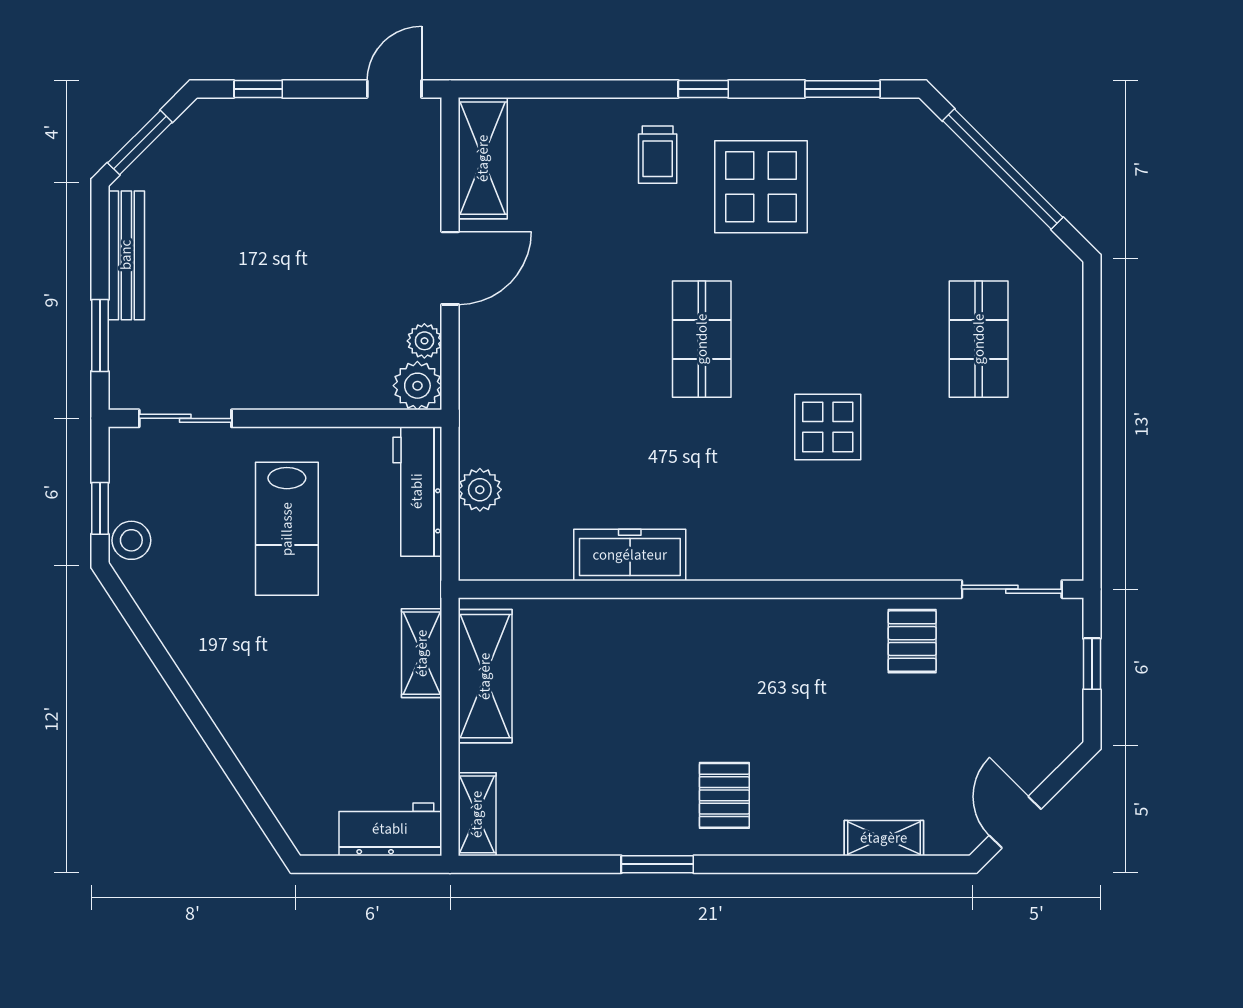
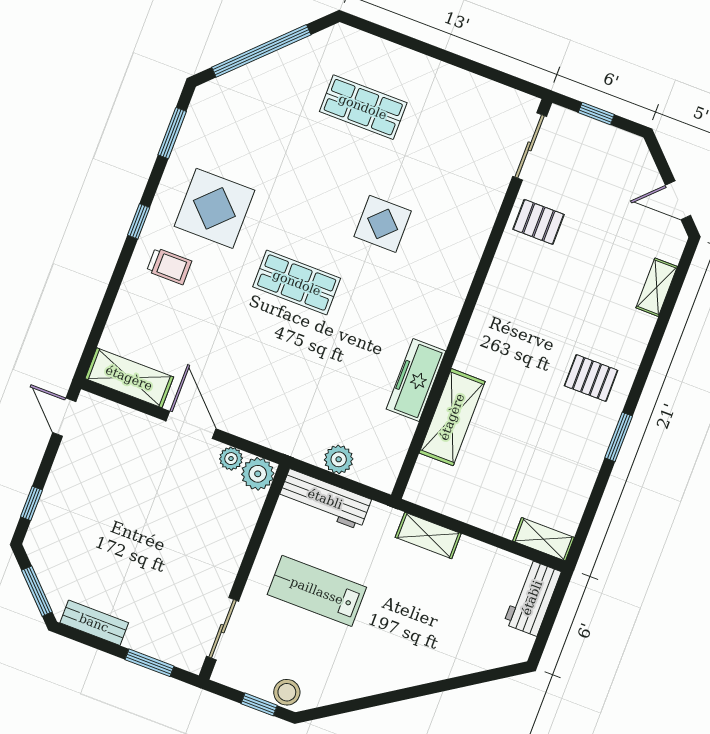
bench: (126, 255) -> (94, 623), width x0.73
lab bench: (287, 529) -> (317, 591), turned 180
shelving: (485, 676) -> (452, 417), moved, turned 90

